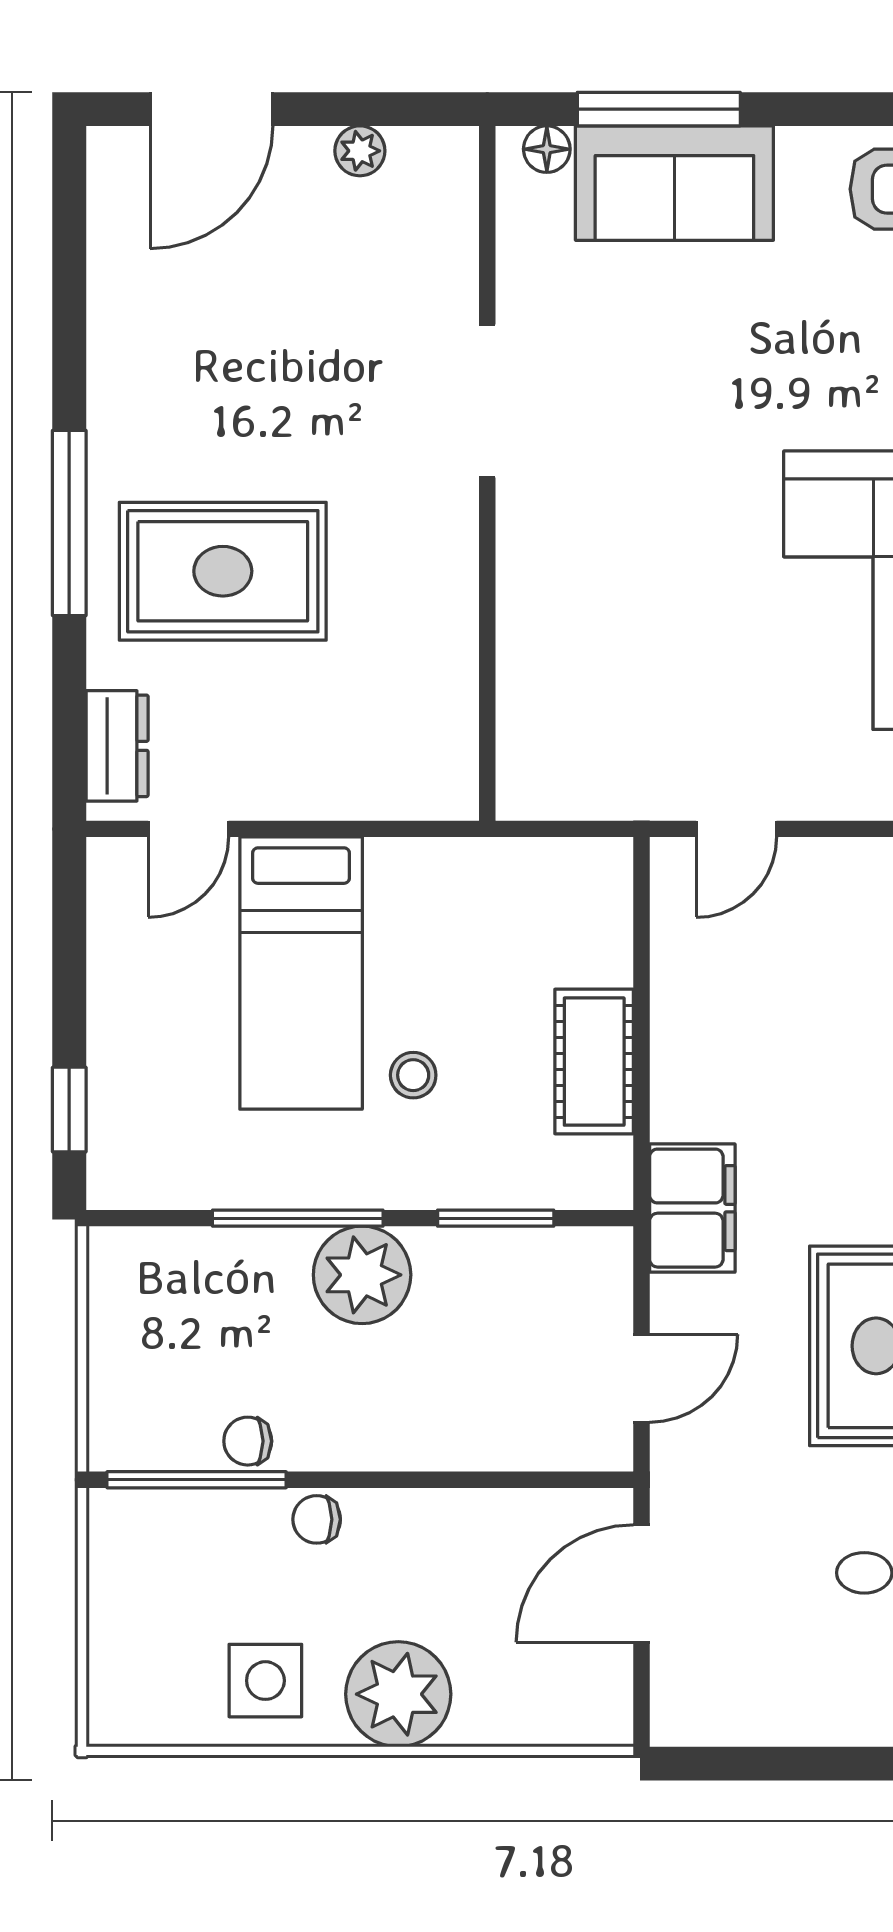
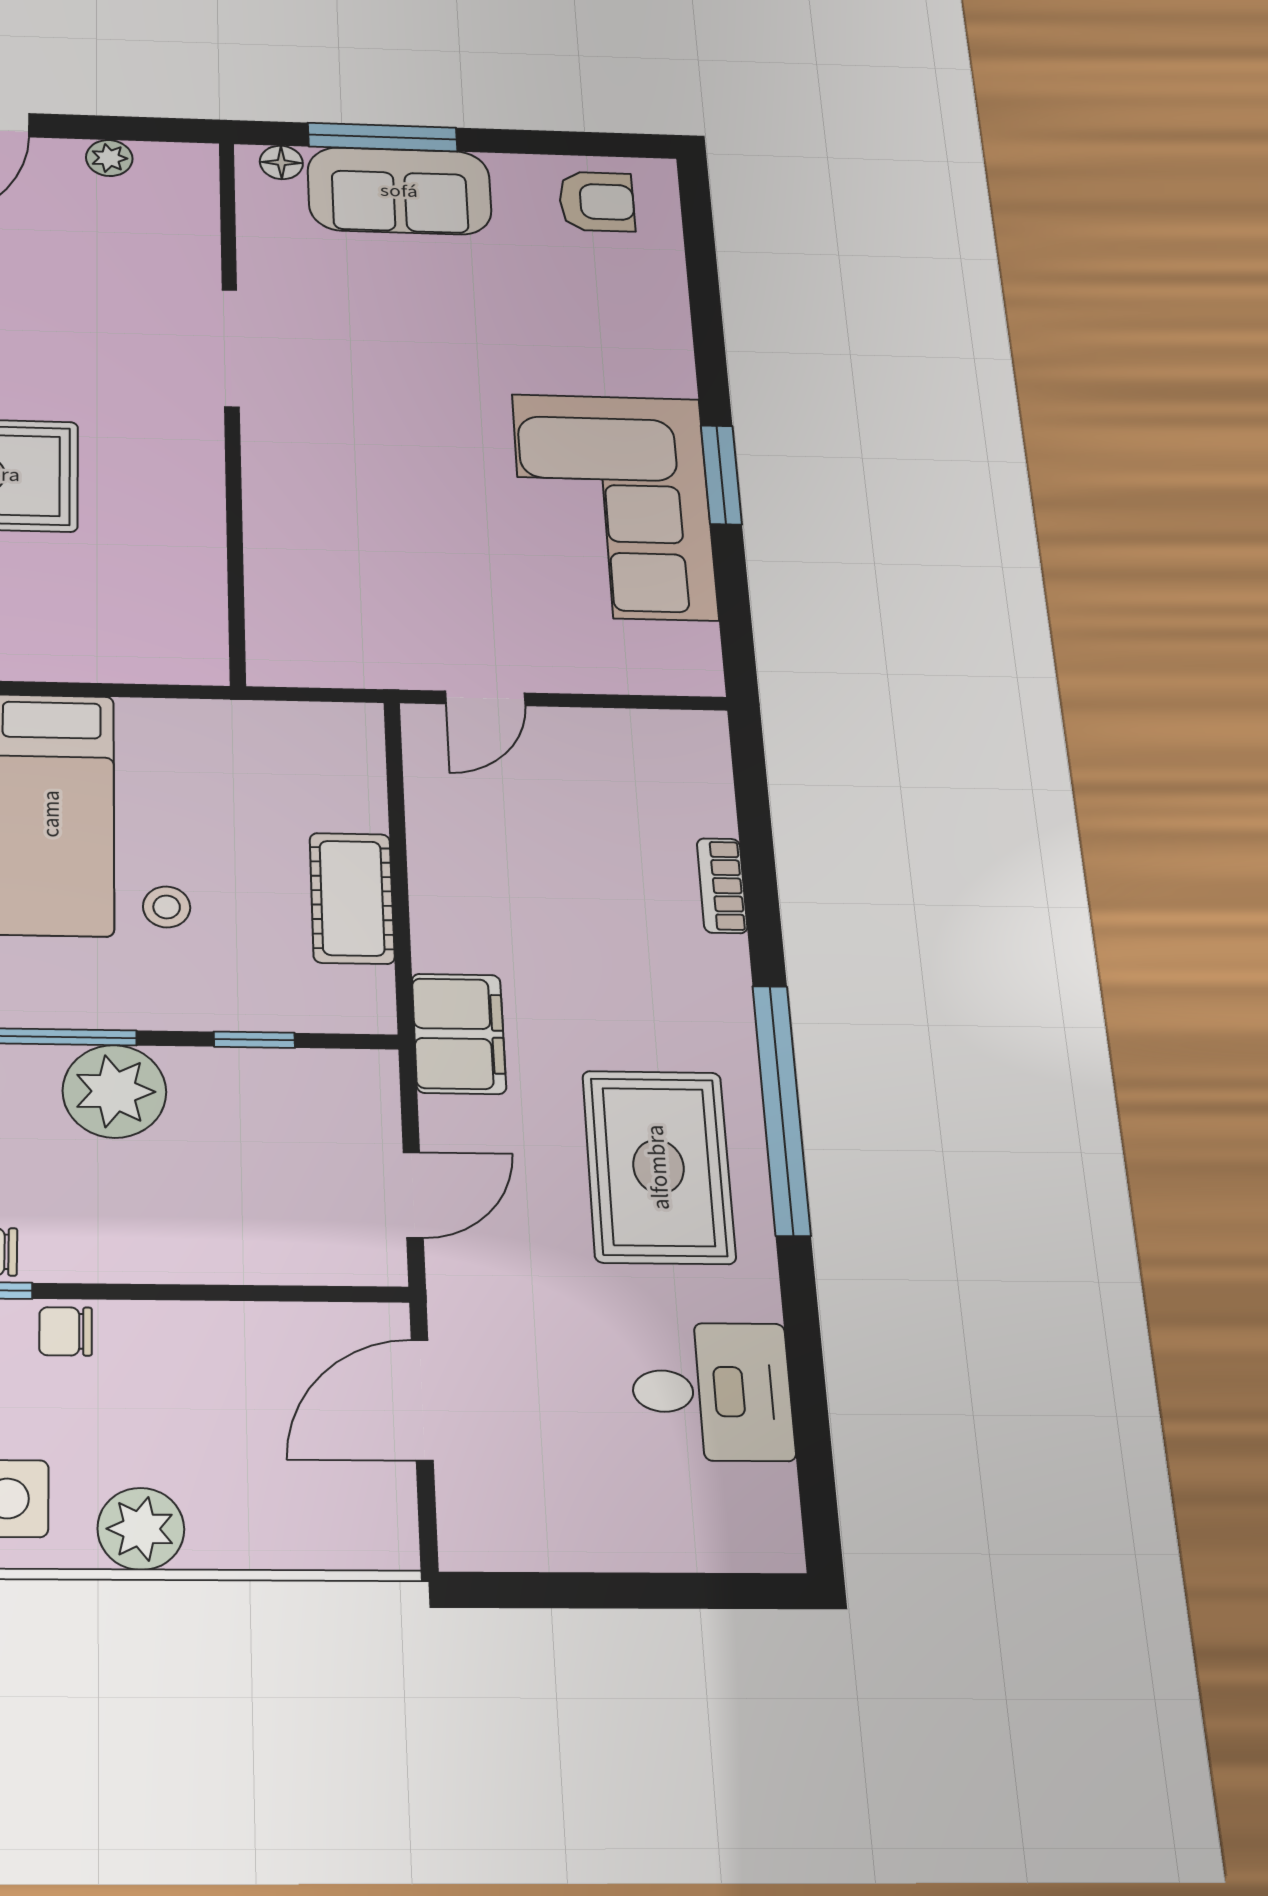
window: (496, 1218) -> (254, 1040), width x0.67
plant: (398, 1694) -> (141, 1529), width x0.73, depth x0.73

